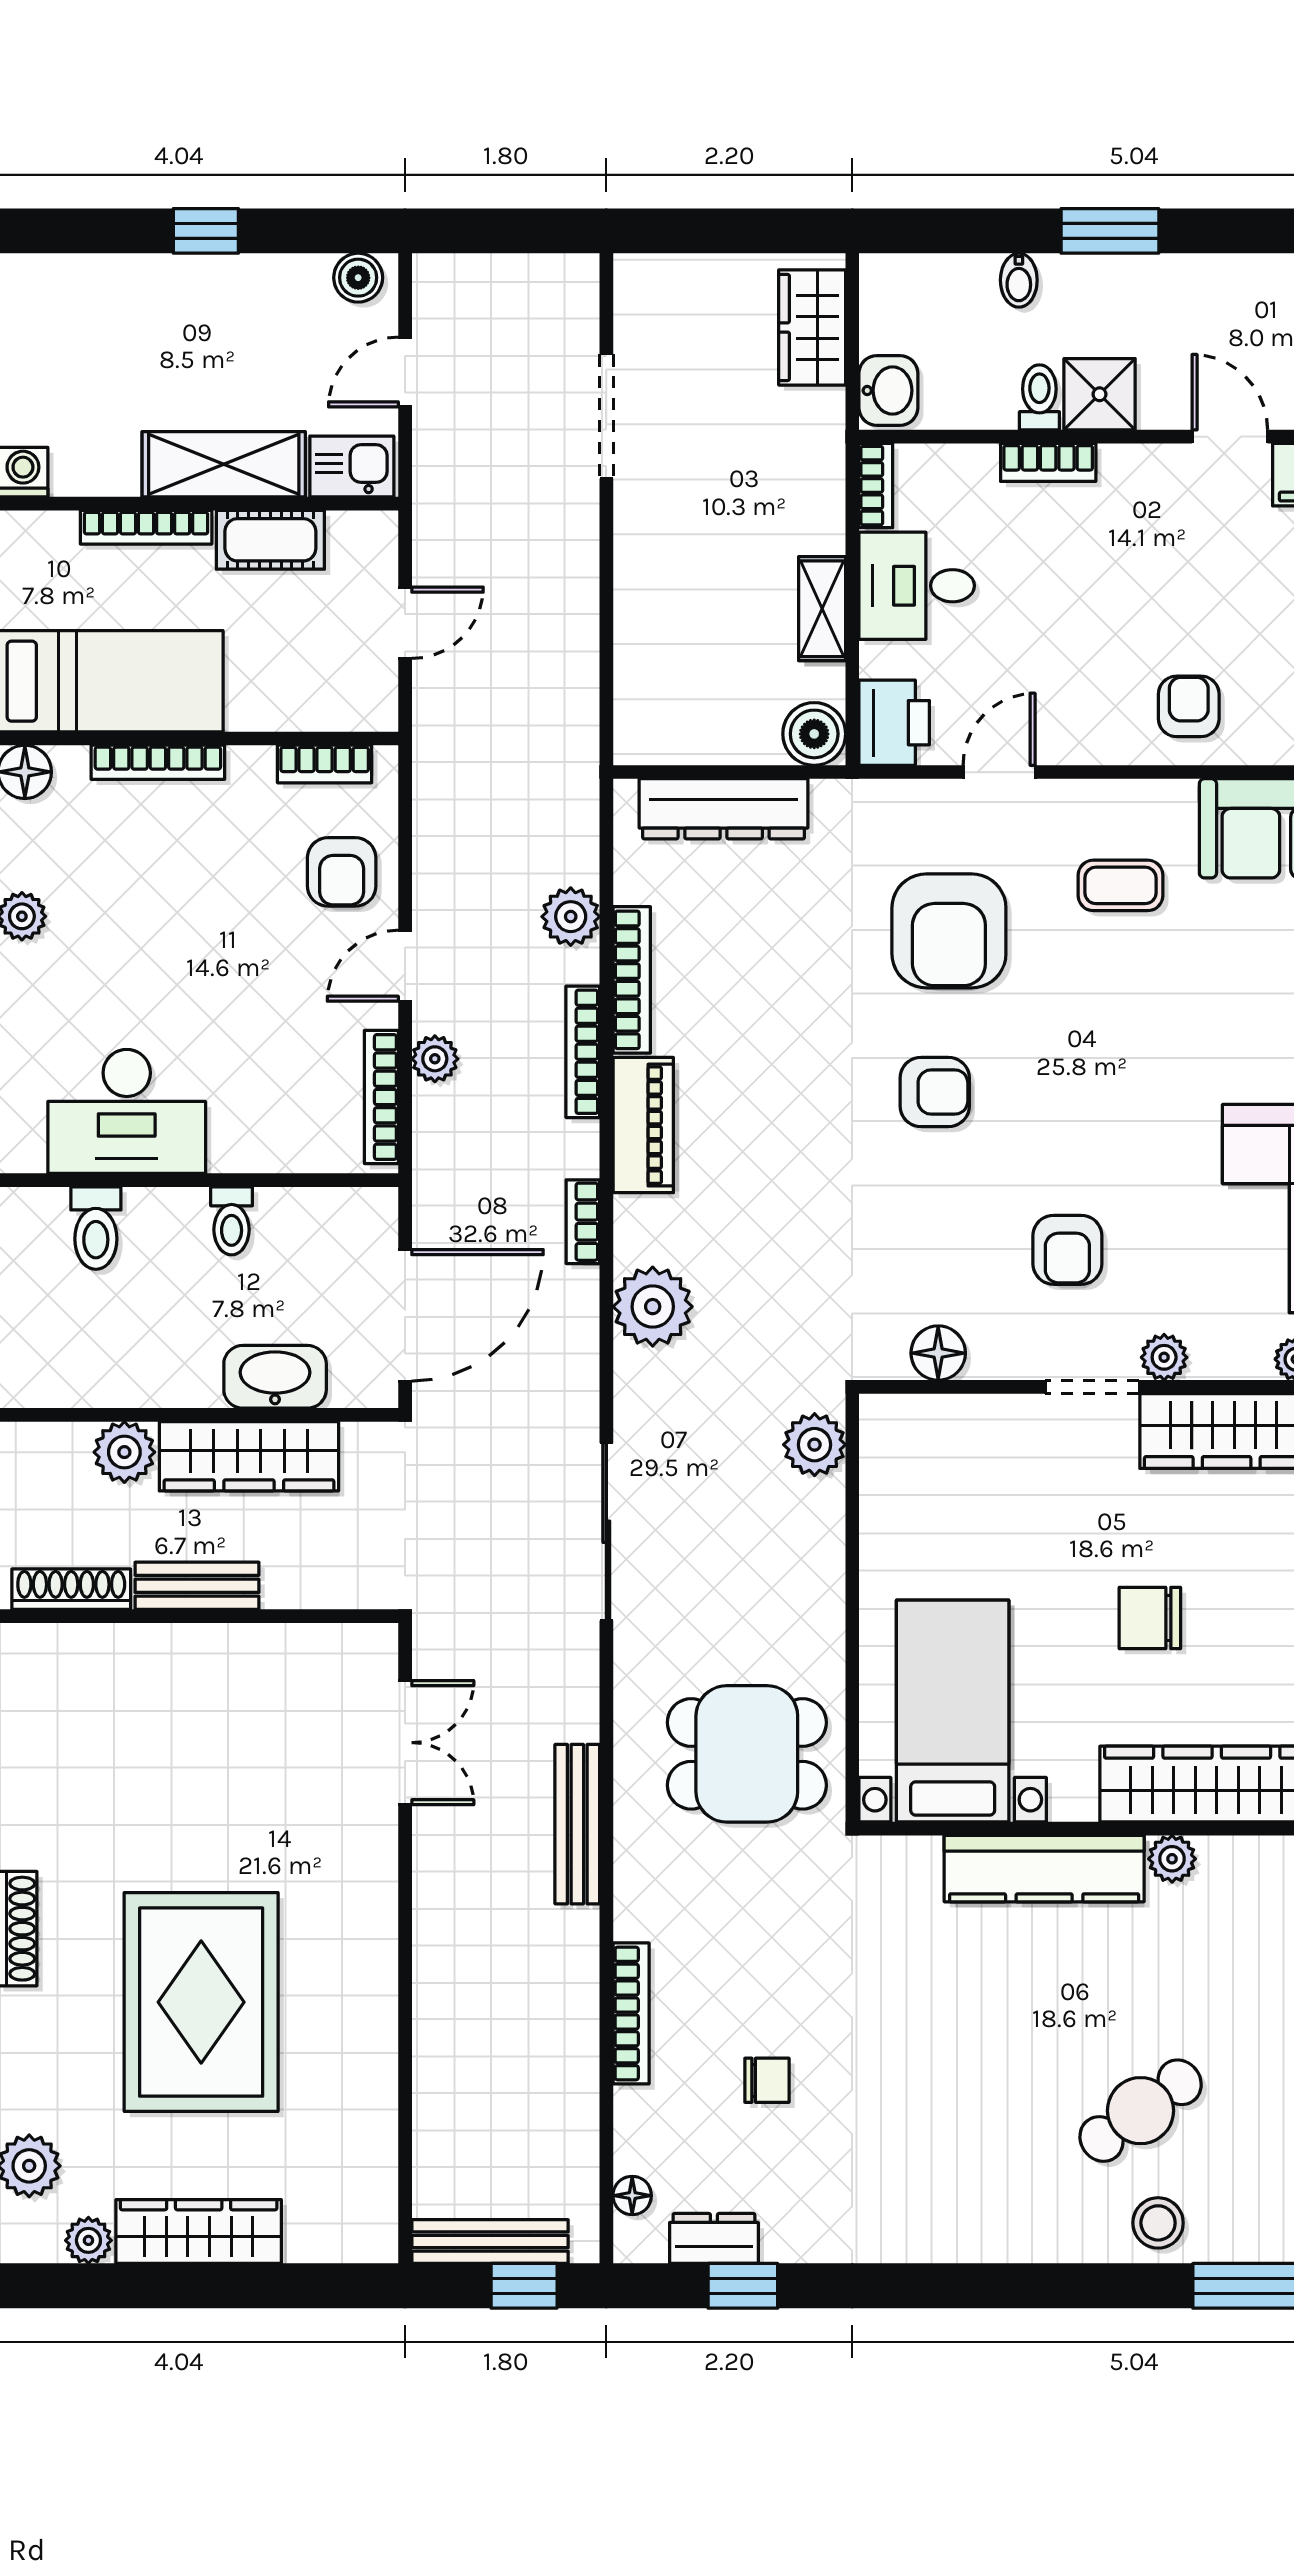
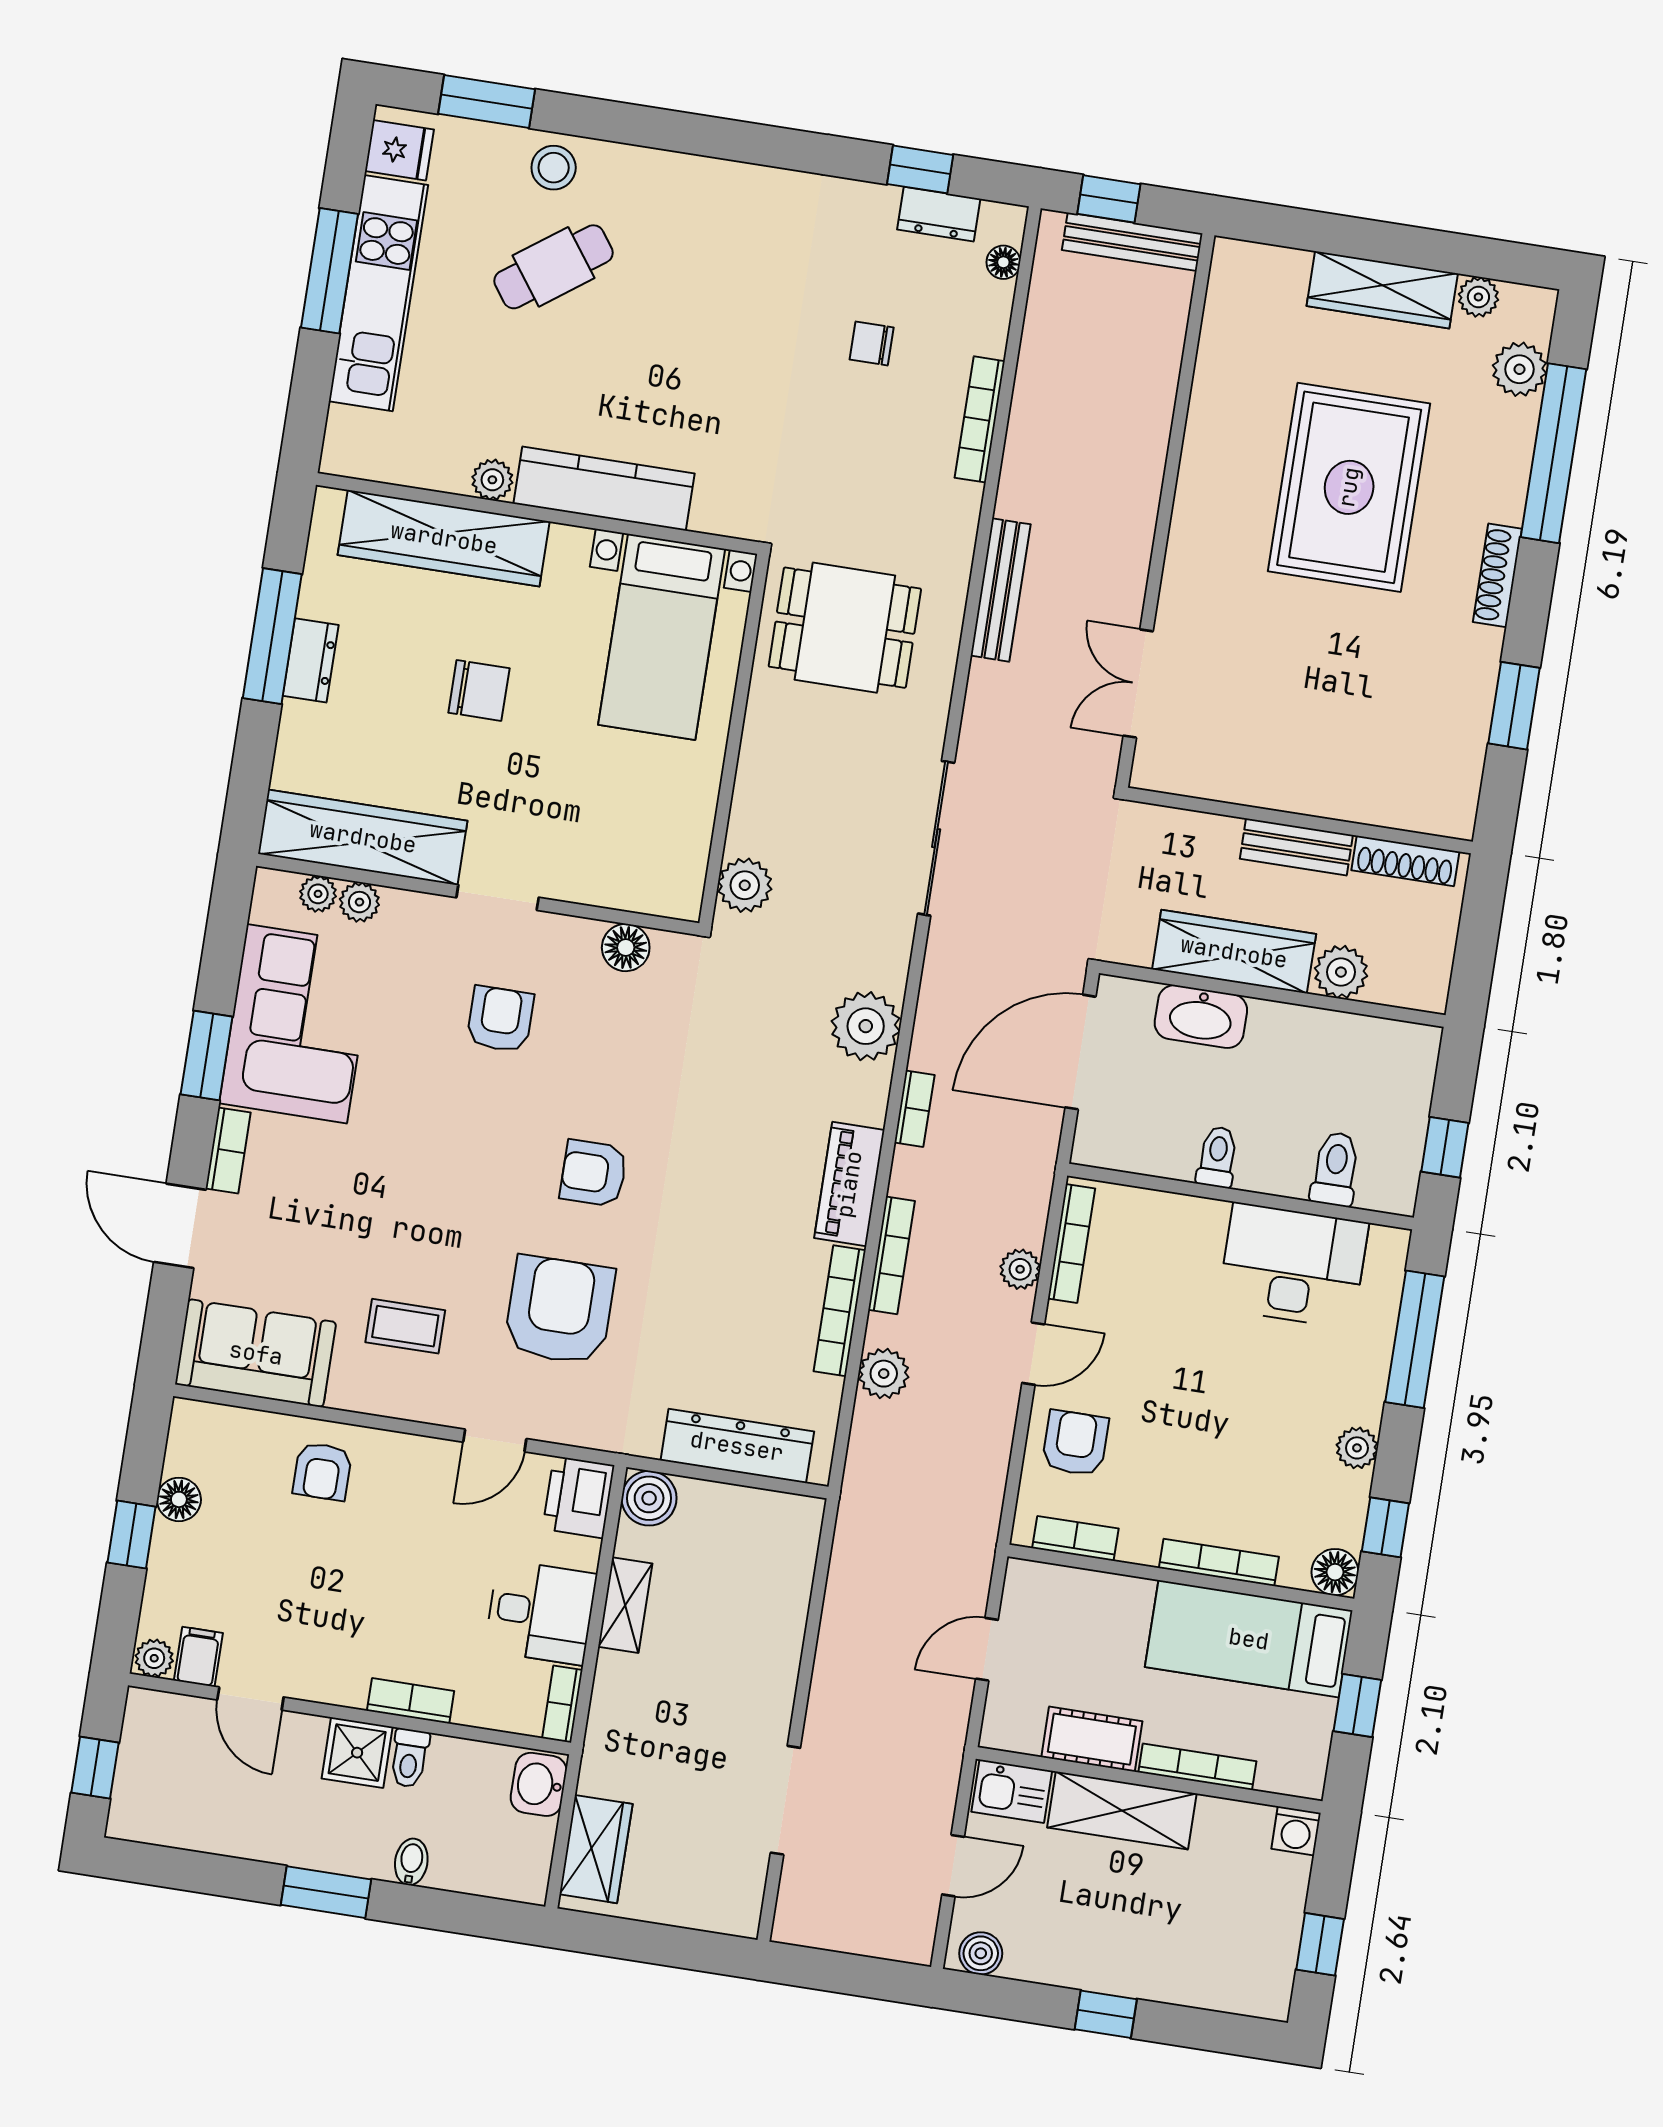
plant: (1164, 1357) -> (359, 902), moved

